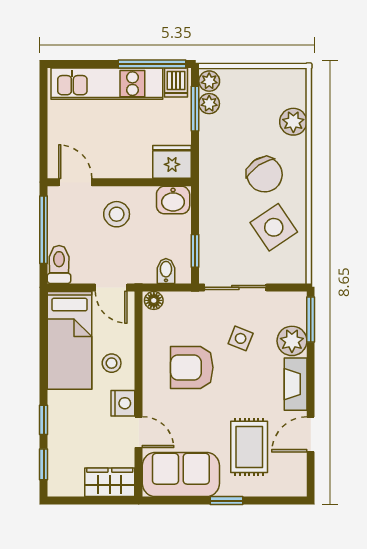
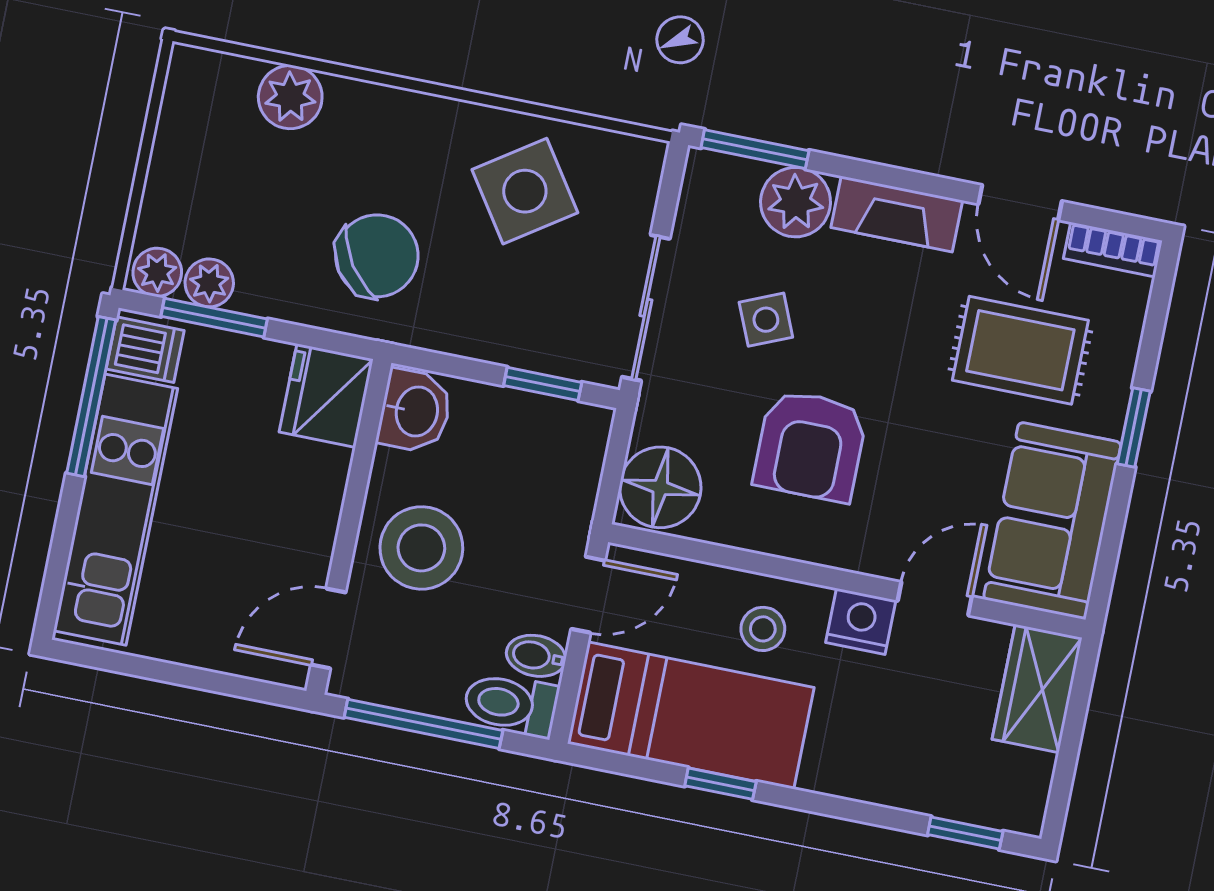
chair: (265, 175) -> (377, 256), moved
stool: (117, 214) -> (421, 548), width x1.38, depth x1.38
bidet: (166, 271) -> (536, 656), moved
floor lamp: (154, 300) -> (660, 487), width x1.89, depth x1.89
side table: (241, 338) -> (766, 320), turned 45
window: (44, 420) -> (720, 784), moved
bookcase: (299, 477) -> (1113, 250), added

